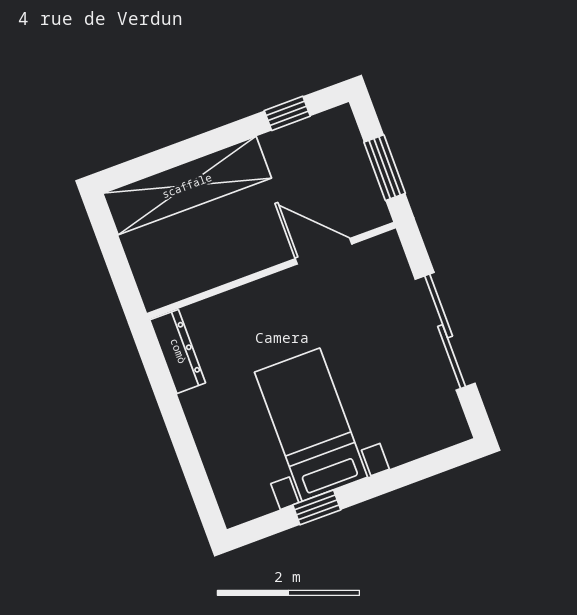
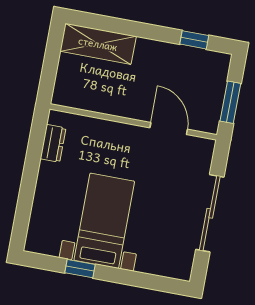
shelving: (187, 186) -> (98, 44), width x0.68
dresser: (178, 351) -> (53, 143), width x0.70

